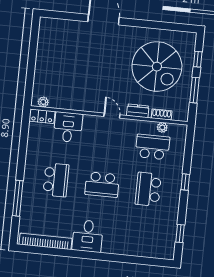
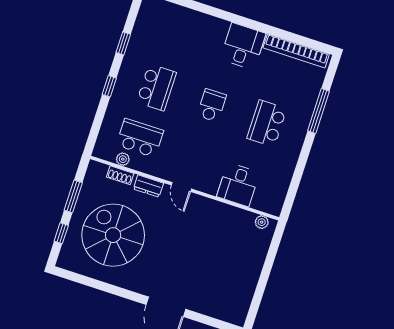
locker: (42, 116) -> (267, 205), removed
school desk: (153, 147) -> (140, 138), turned 180
school desk: (102, 185) -> (212, 105), width x0.54
window: (180, 234) -> (123, 43), moved

